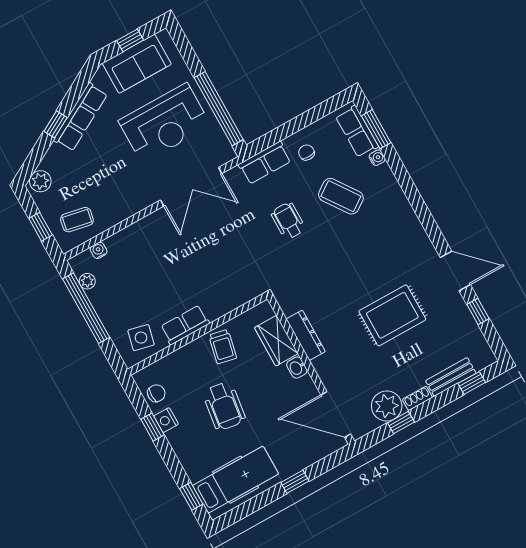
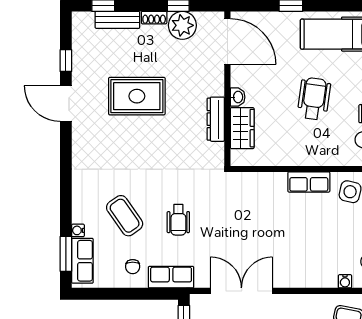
trolley: (223, 347) -> (288, 148), removed

